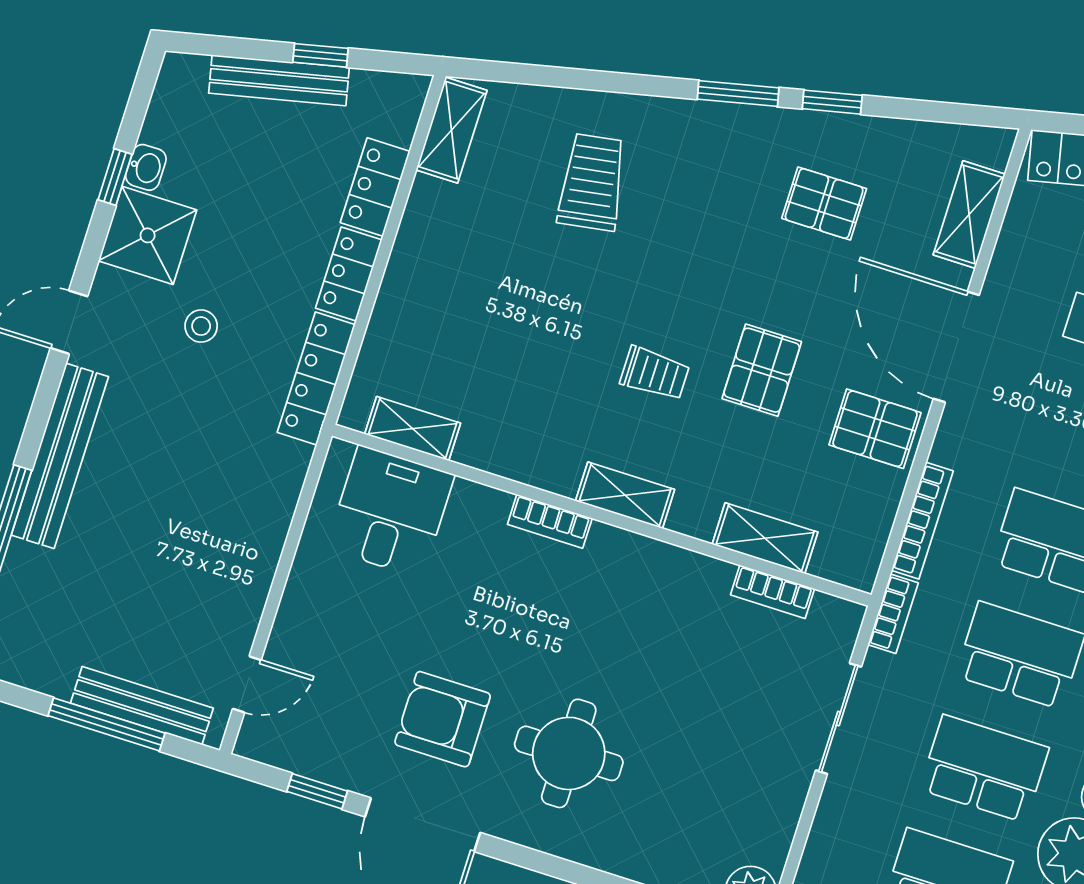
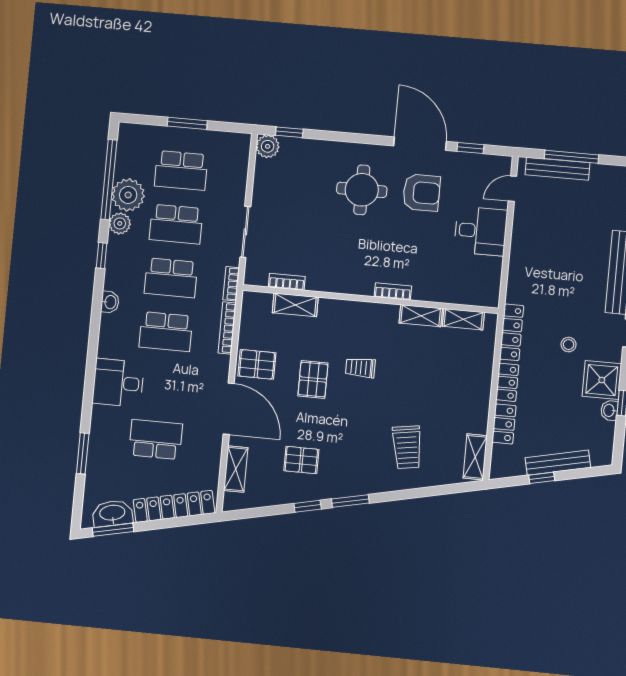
shelving: (625, 495) -> (421, 316), moved
desk: (390, 512) -> (481, 231), moved, turned -90

